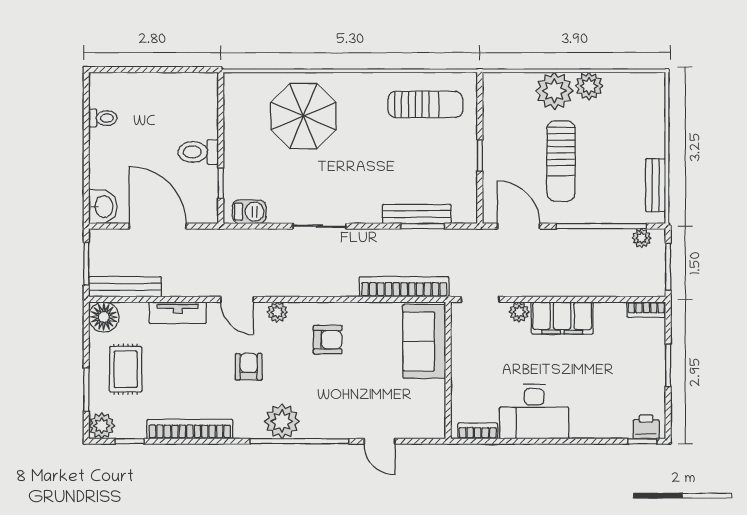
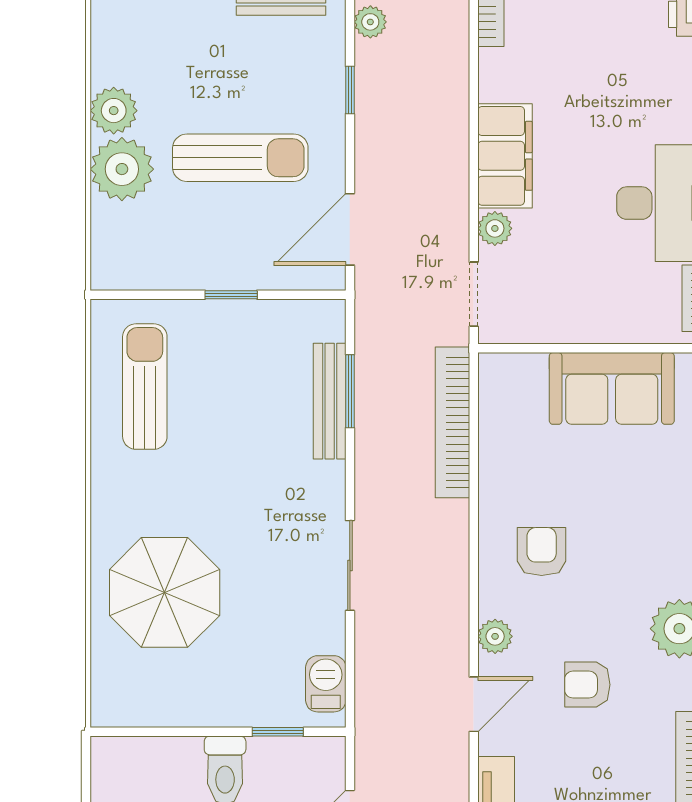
window: (601, 226) -> (350, 90), width x0.32
sofa: (424, 341) -> (612, 388), moved

